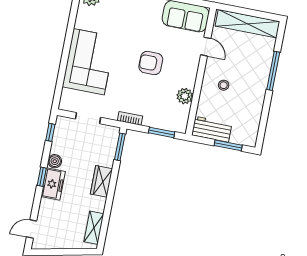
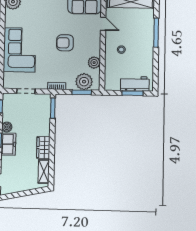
plant: (167, 119) -> (84, 82), added
workbench: (212, 129) -> (135, 84), moved
wardrobe: (101, 181) -> (43, 148), moved

